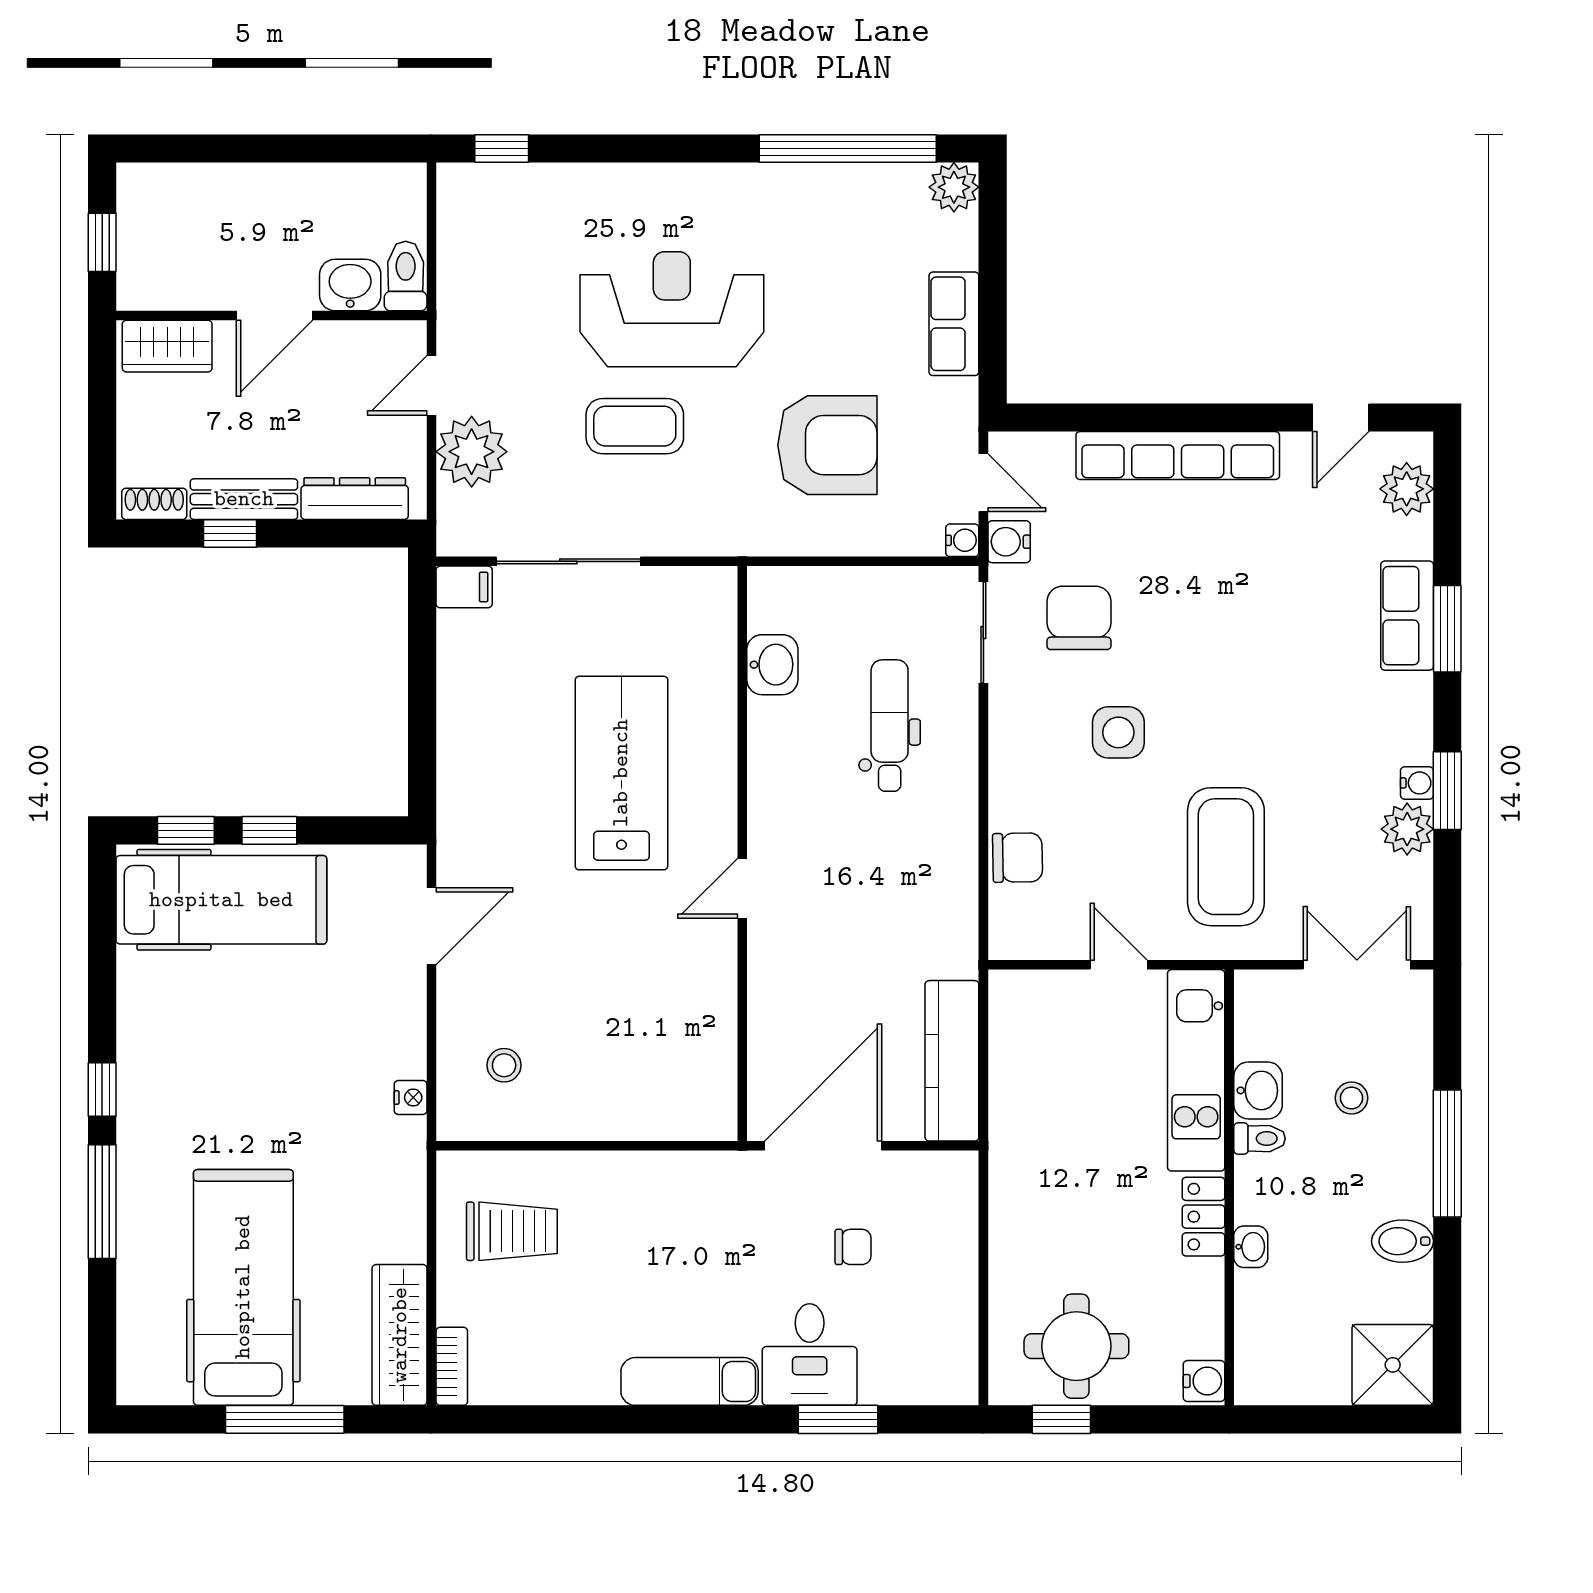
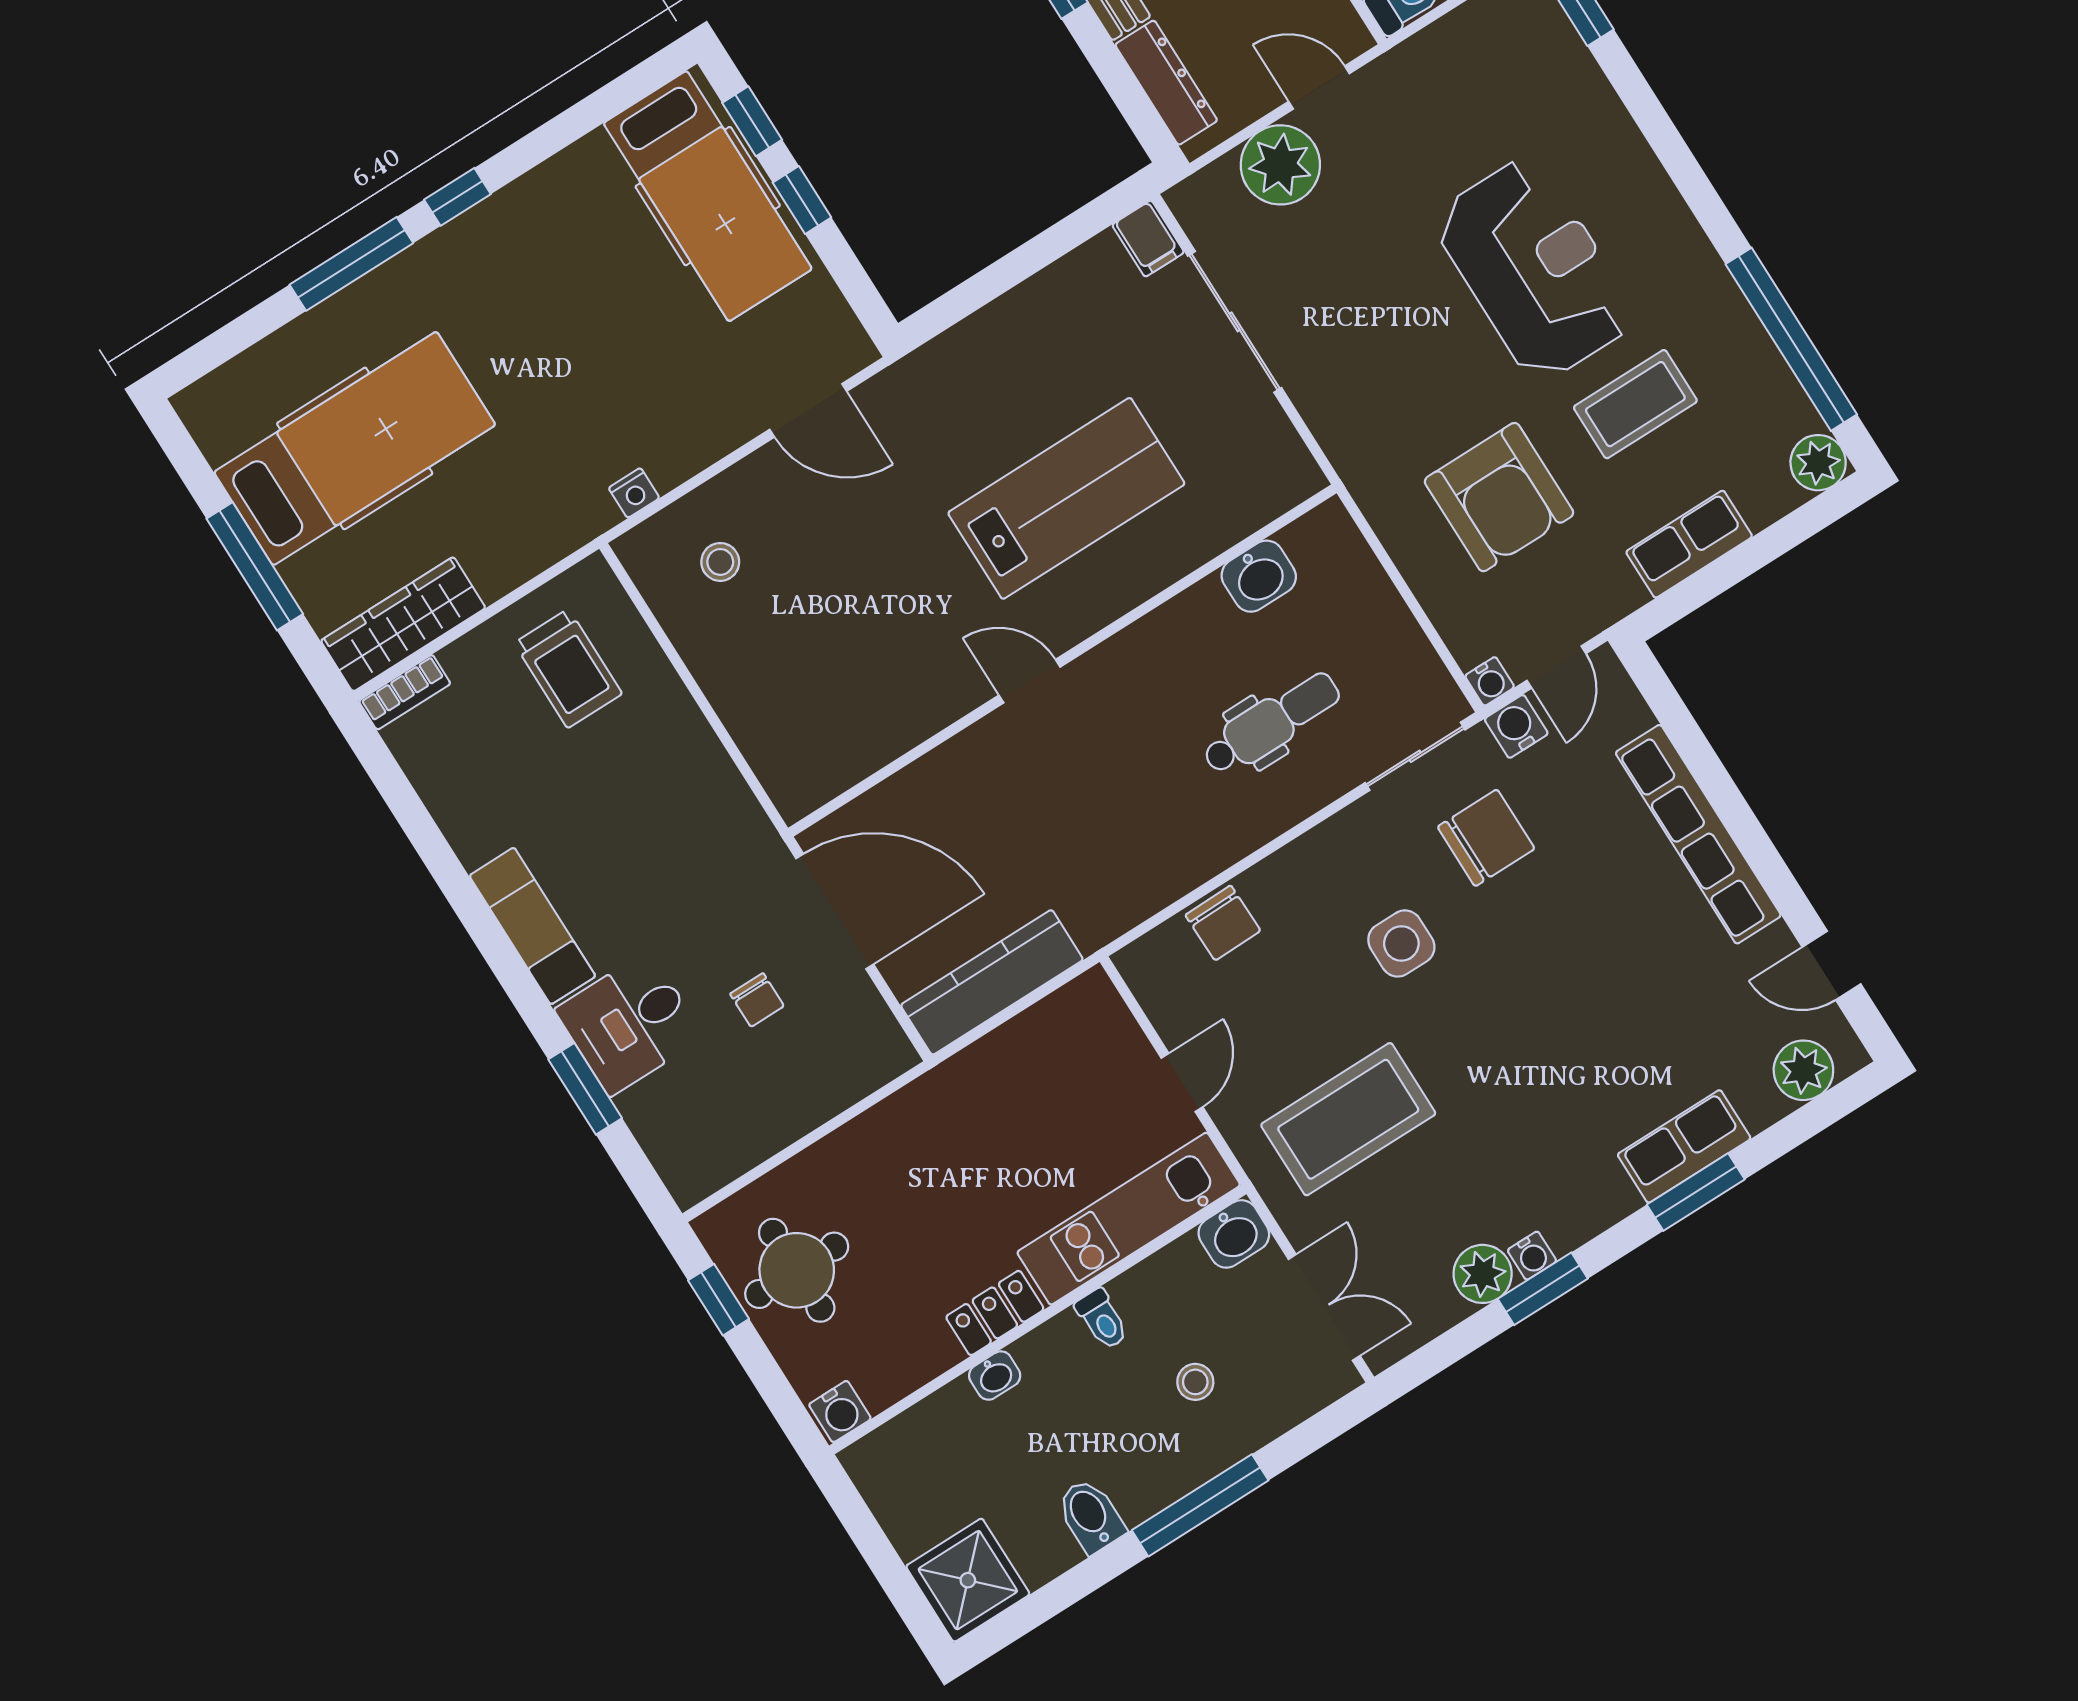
coffee table: (635, 426) -> (1635, 404), moved, turned 90
washbasin: (1258, 1090) -> (1234, 1234), moved

